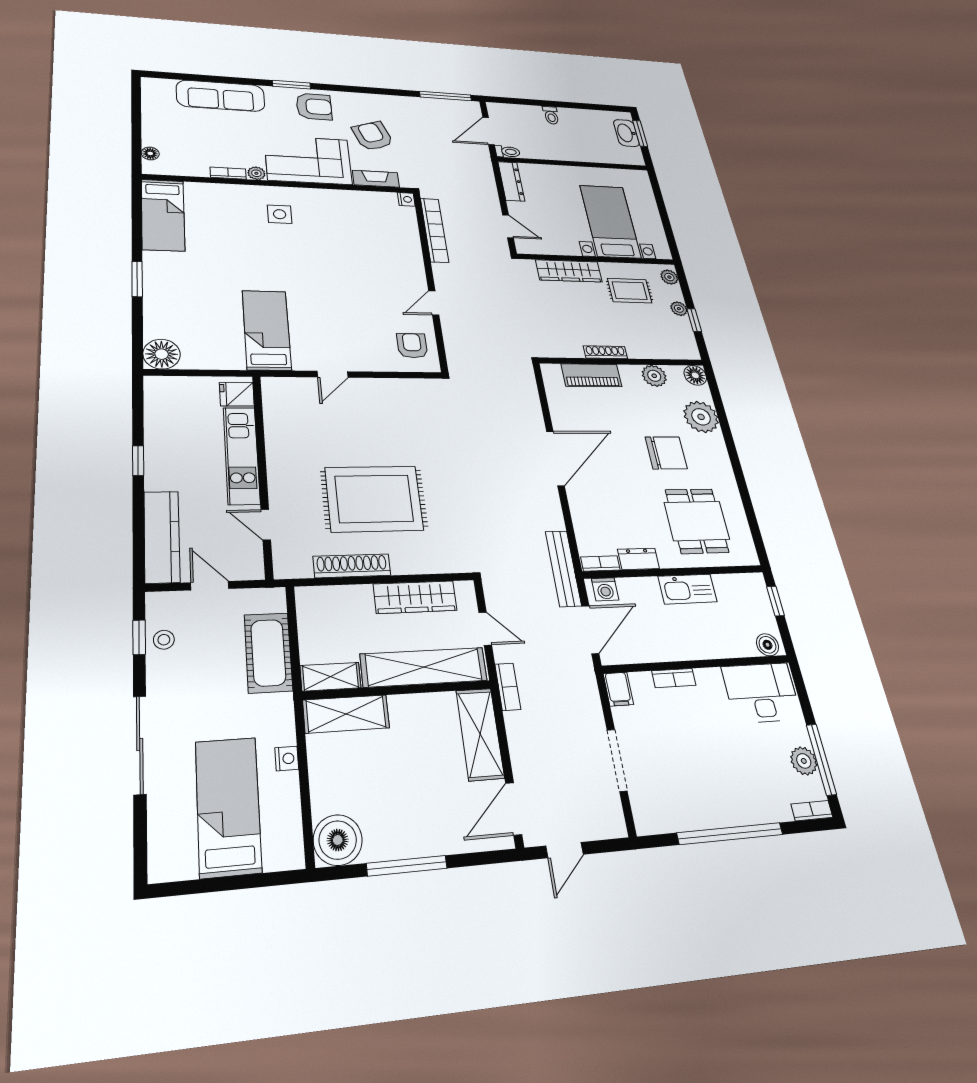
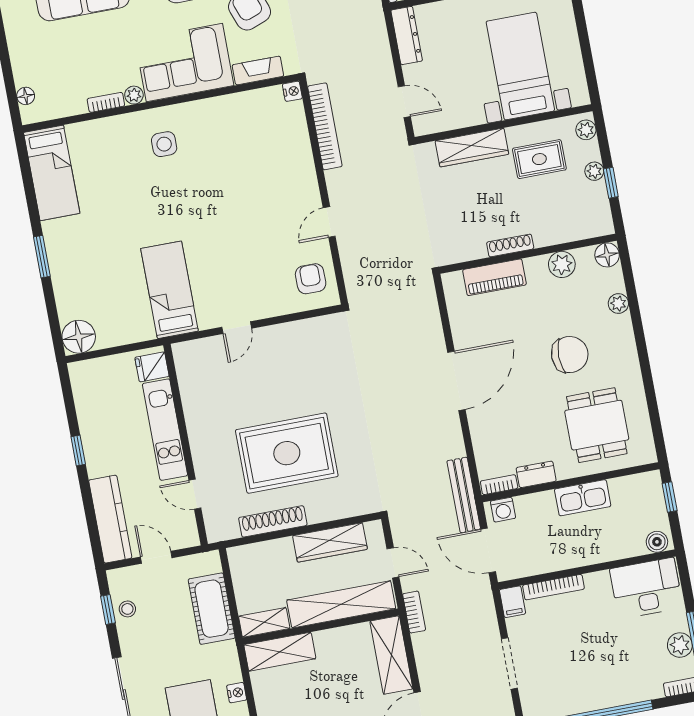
plant: (701, 417) -> (618, 303), width x0.53, depth x0.53
door: (590, 630) -> (488, 550), swing flipped
bookcase: (674, 678) -> (553, 587), width x1.56

